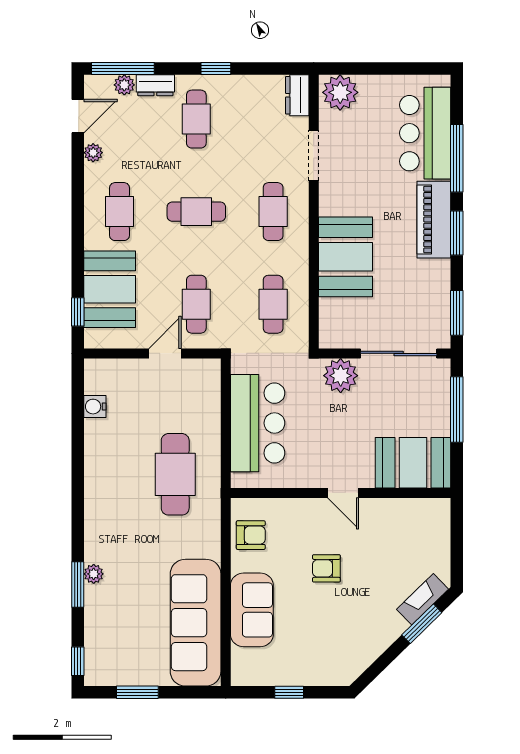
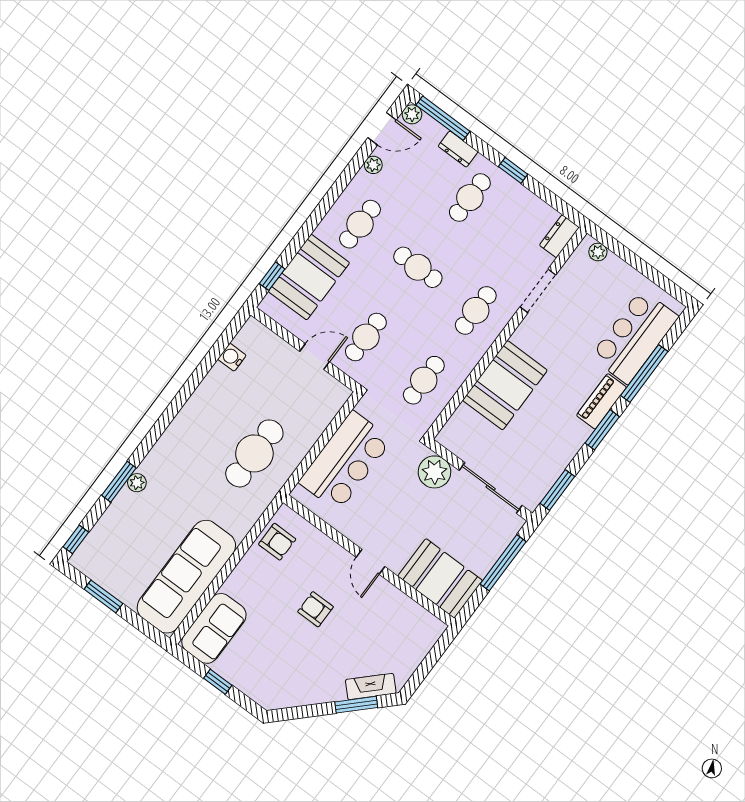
plant: (124, 85) -> (412, 114), moved
plant: (340, 92) -> (598, 252), width x0.53, depth x0.53
piano: (434, 220) -> (601, 401), width x0.73, depth x0.75
sofa: (252, 610) -> (214, 628), moved

